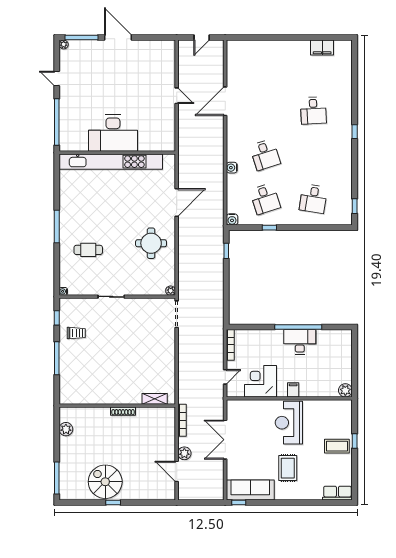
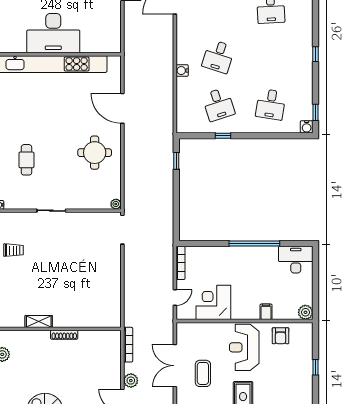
window: (355, 132) -> (316, 54), moved
desk: (265, 155) -> (218, 56), turned 36
door: (177, 202) -> (122, 108), swing flipped
water cooler: (232, 219) -> (307, 127), moved
cafe table: (88, 250) -> (26, 160), turned 90
desk: (300, 342) -> (296, 260), moved
filing cabinet: (293, 390) -> (266, 312), moved
shelving: (155, 399) -> (39, 321), moved
armchair: (322, 412) -> (281, 336), added
coffee table: (337, 446) -> (203, 373), moved, turned 90

